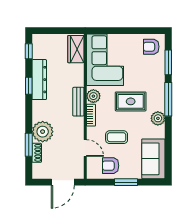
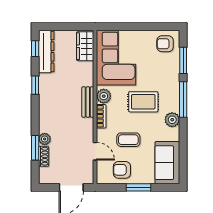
dresser: (39, 80) -> (46, 51), moved
plant: (43, 132) -> (45, 139), width x0.53, depth x0.53

